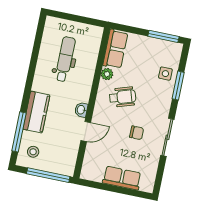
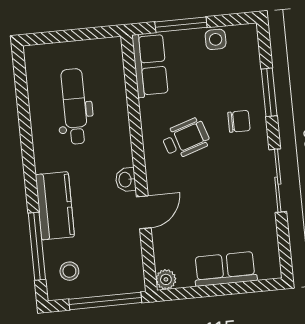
window: (163, 36) -> (181, 25), moved
plant: (107, 74) -> (166, 279), moved
side table: (165, 74) -> (216, 39), moved
chair: (137, 133) -> (239, 121), moved

